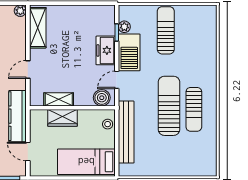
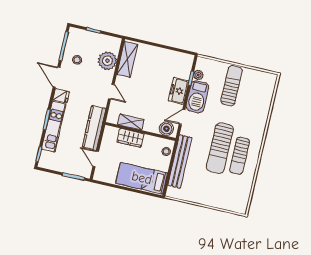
plant: (20, 11) -> (107, 61), moved, width x1.87, depth x1.87
door: (28, 69) -> (111, 92), swing flipped
sun lounger: (169, 106) -> (220, 148), turned 180

